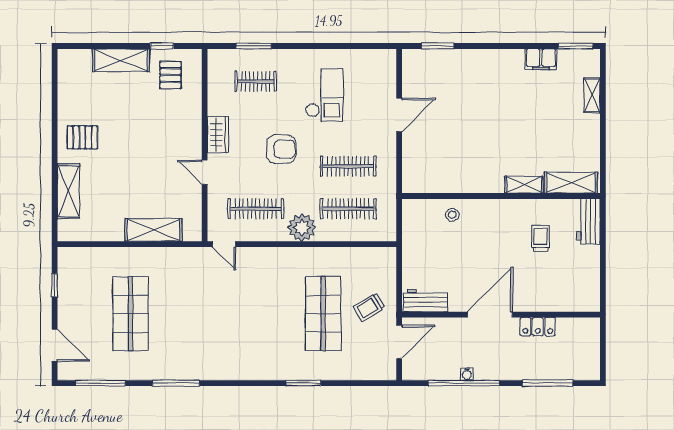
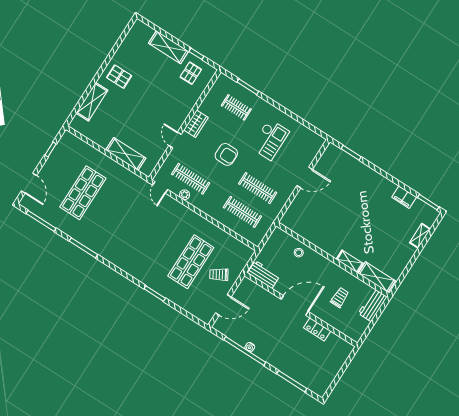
plant: (302, 227) -> (185, 195), moved, width x0.53, depth x0.53
workbench: (426, 300) -> (264, 274), moved
door: (490, 315) -> (295, 305), moved
wall: (501, 315) -> (301, 309), moved
locker: (538, 327) -> (317, 329), moved

